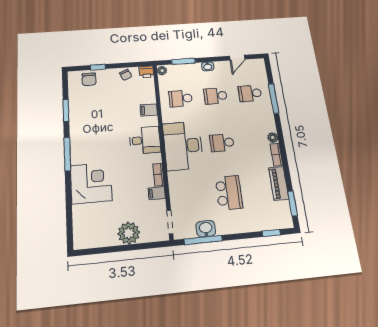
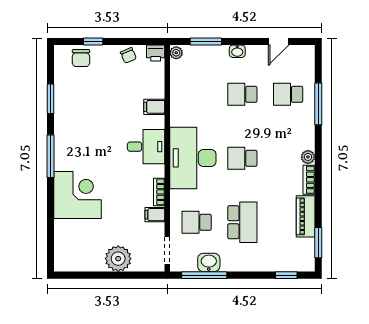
school desk: (181, 99) -> (197, 222), moved

